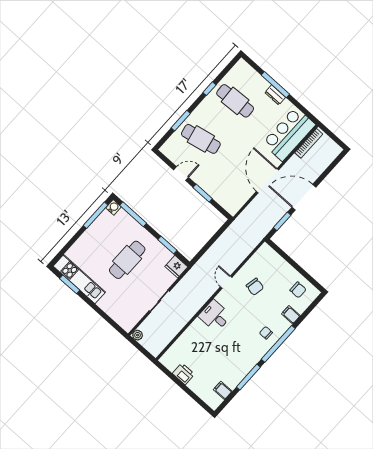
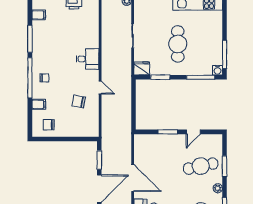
plant: (203, 107) -> (218, 188), added

